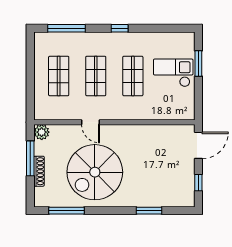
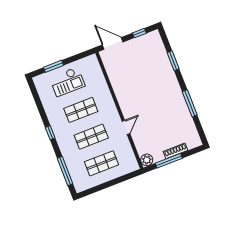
checkout: (173, 73) -> (67, 82), turned -90
spiral stairs: (95, 172) -> (161, 110), removed
window: (67, 211) -> (190, 103), moved

